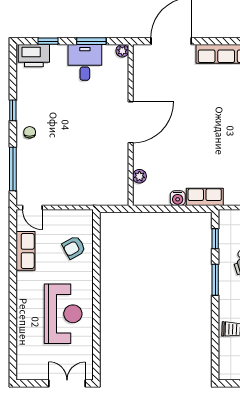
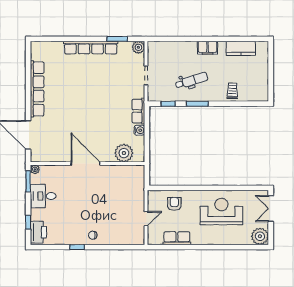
window: (91, 41) -> (28, 181), moved
window: (13, 169) -> (119, 247), removed
plant: (139, 176) -> (124, 153), width x1.88, depth x1.88
door: (32, 207) -> (146, 219), moved
armchair: (74, 247) -> (174, 204), turned -151
plant: (28, 368) -> (260, 236), added

